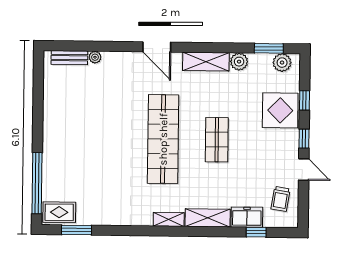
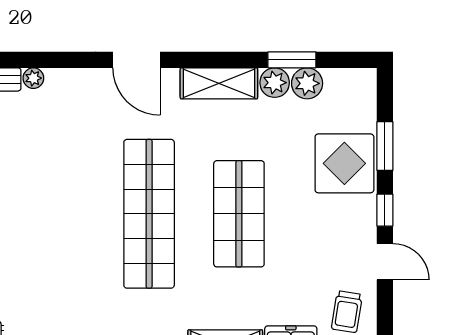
window: (269, 48) -> (292, 60), moved
plant: (282, 63) -> (307, 83), moved
window: (304, 100) -> (385, 146), width x1.50
shop shelf: (217, 140) -> (239, 214), width x1.43, depth x1.36

